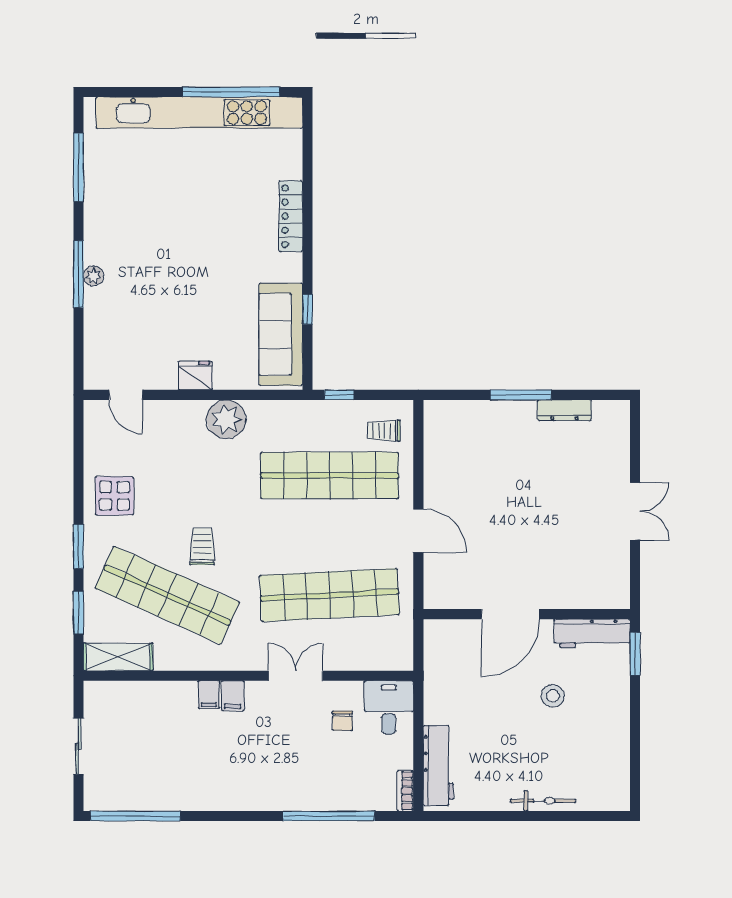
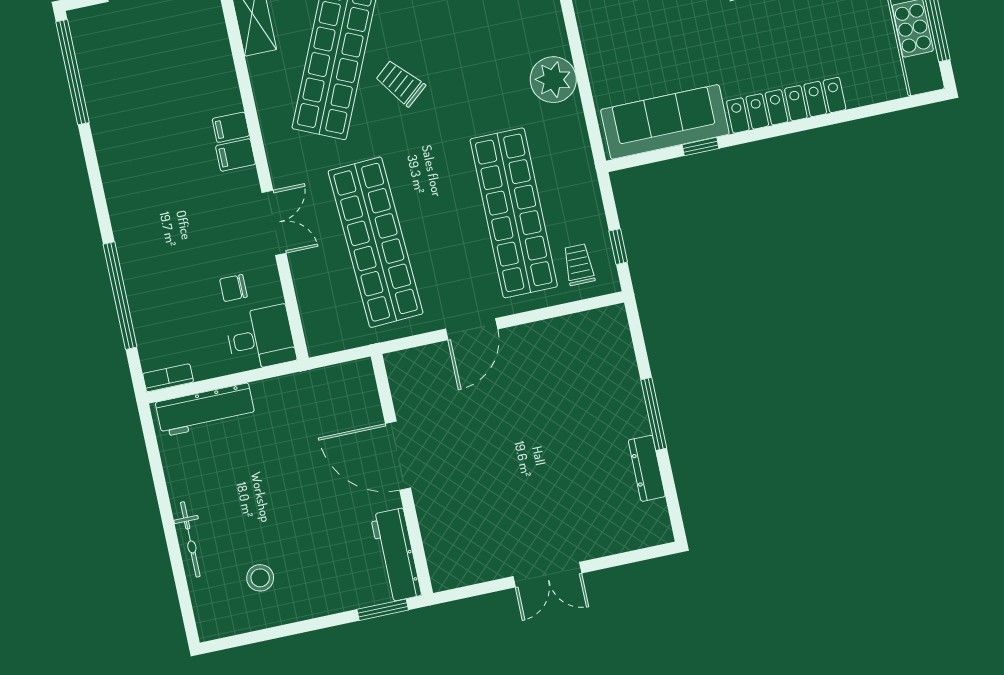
locker: (291, 216) -> (786, 105), width x1.41, depth x1.21
fridge: (195, 376) -> (596, 33), removed
window: (339, 395) -> (618, 247), moved
trolley: (202, 547) -> (400, 83), turned -130
stool: (553, 696) -> (260, 578), moved

